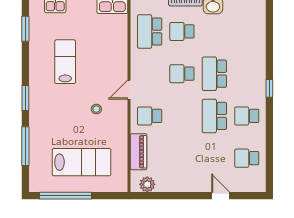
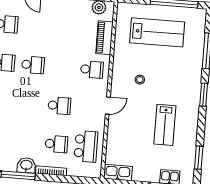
school desk: (214, 74) -> (30, 103), removed
door: (129, 90) -> (108, 106), moved
school desk: (214, 116) -> (33, 65), width x0.54
lab bench: (82, 162) -> (157, 32), turned 180

